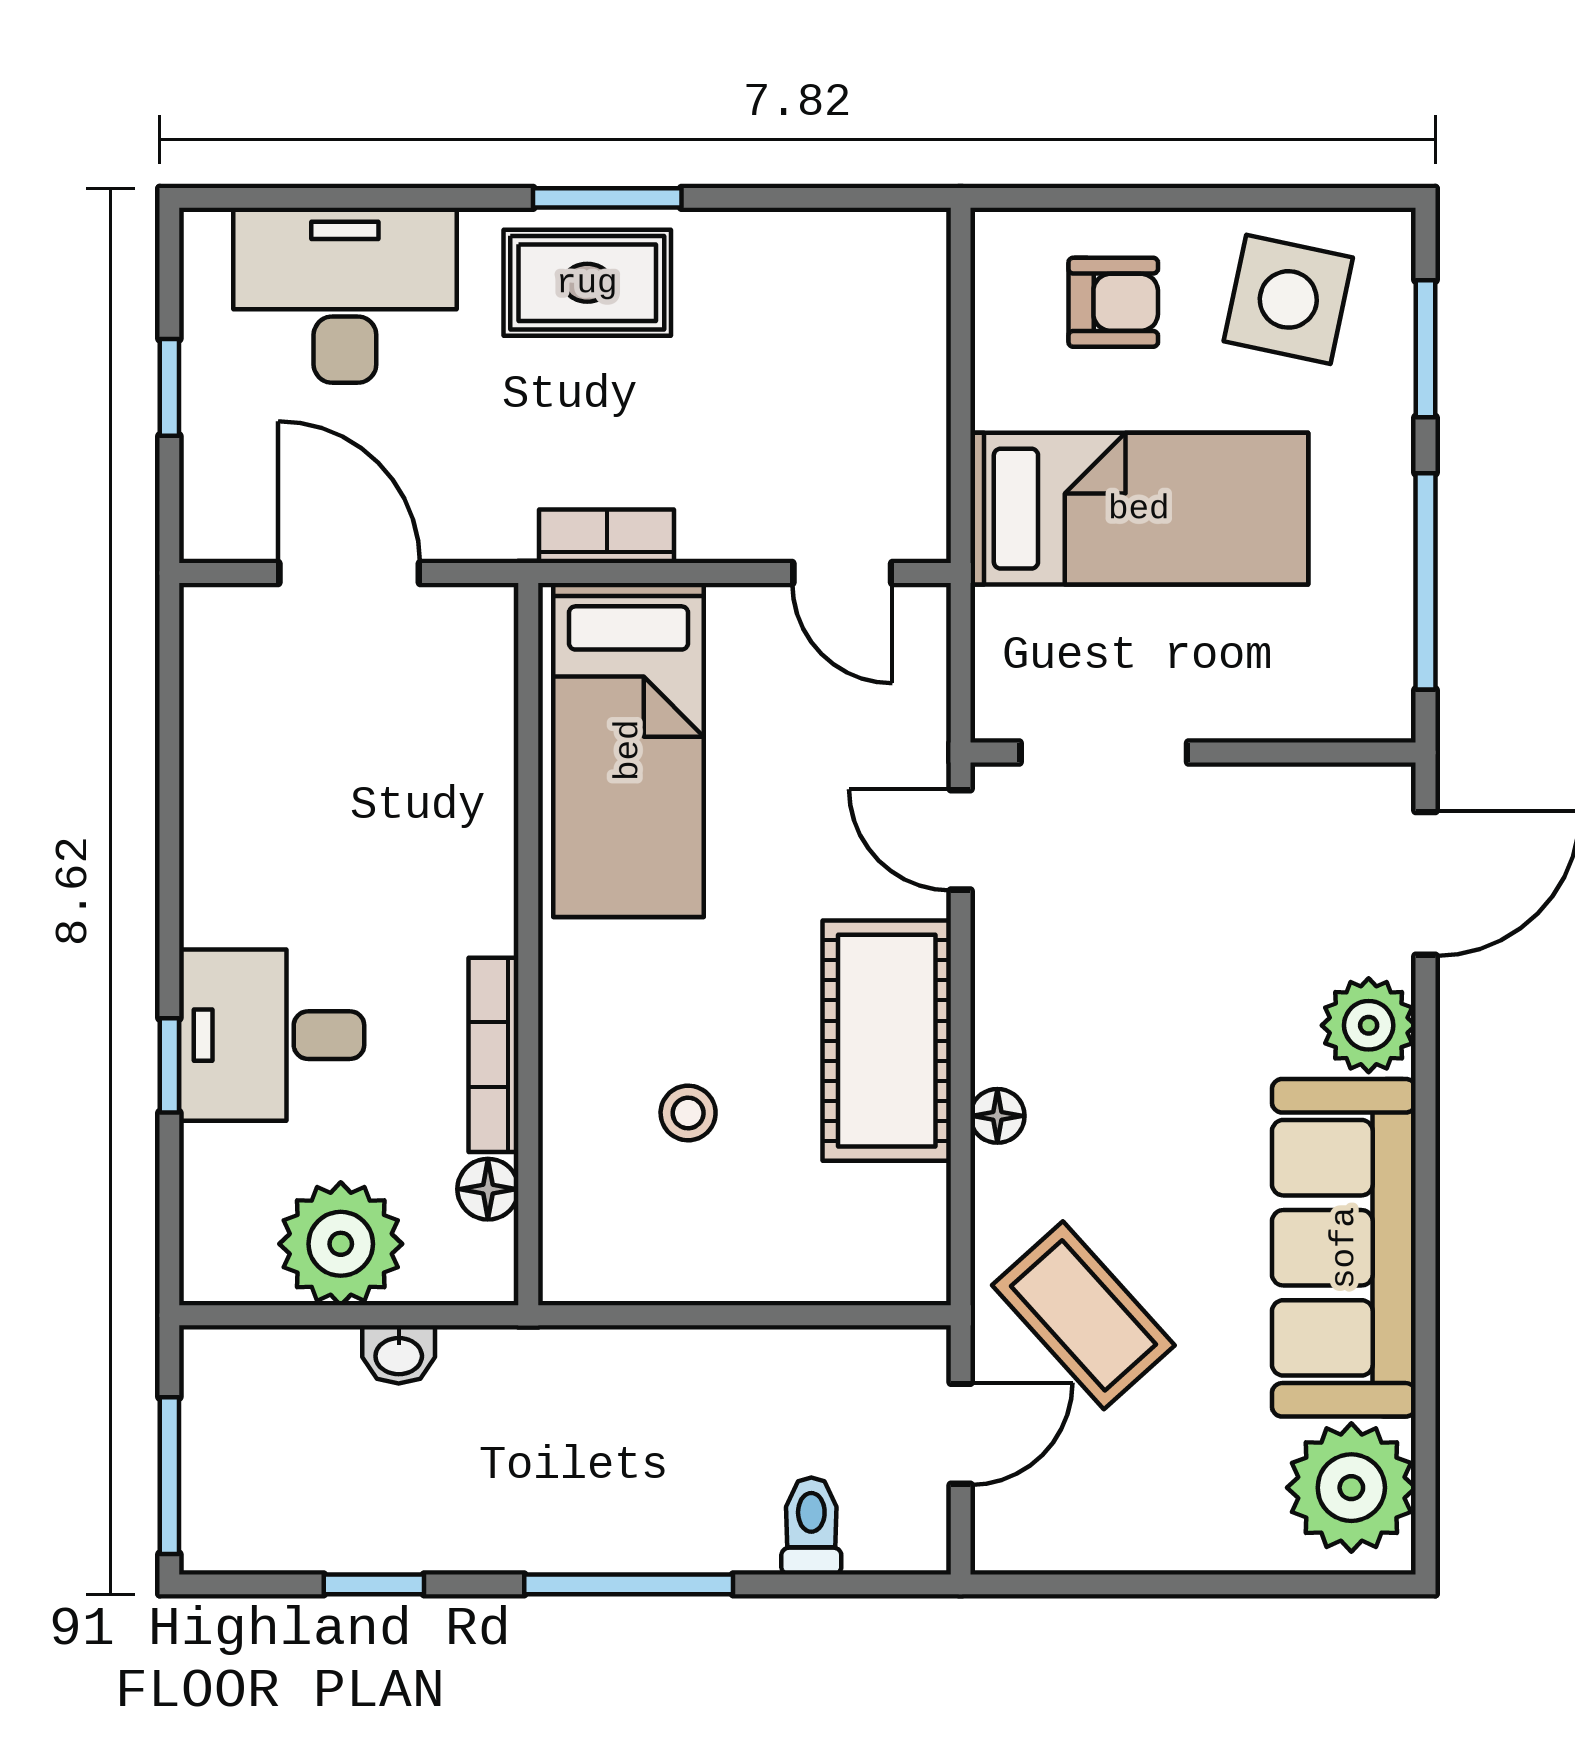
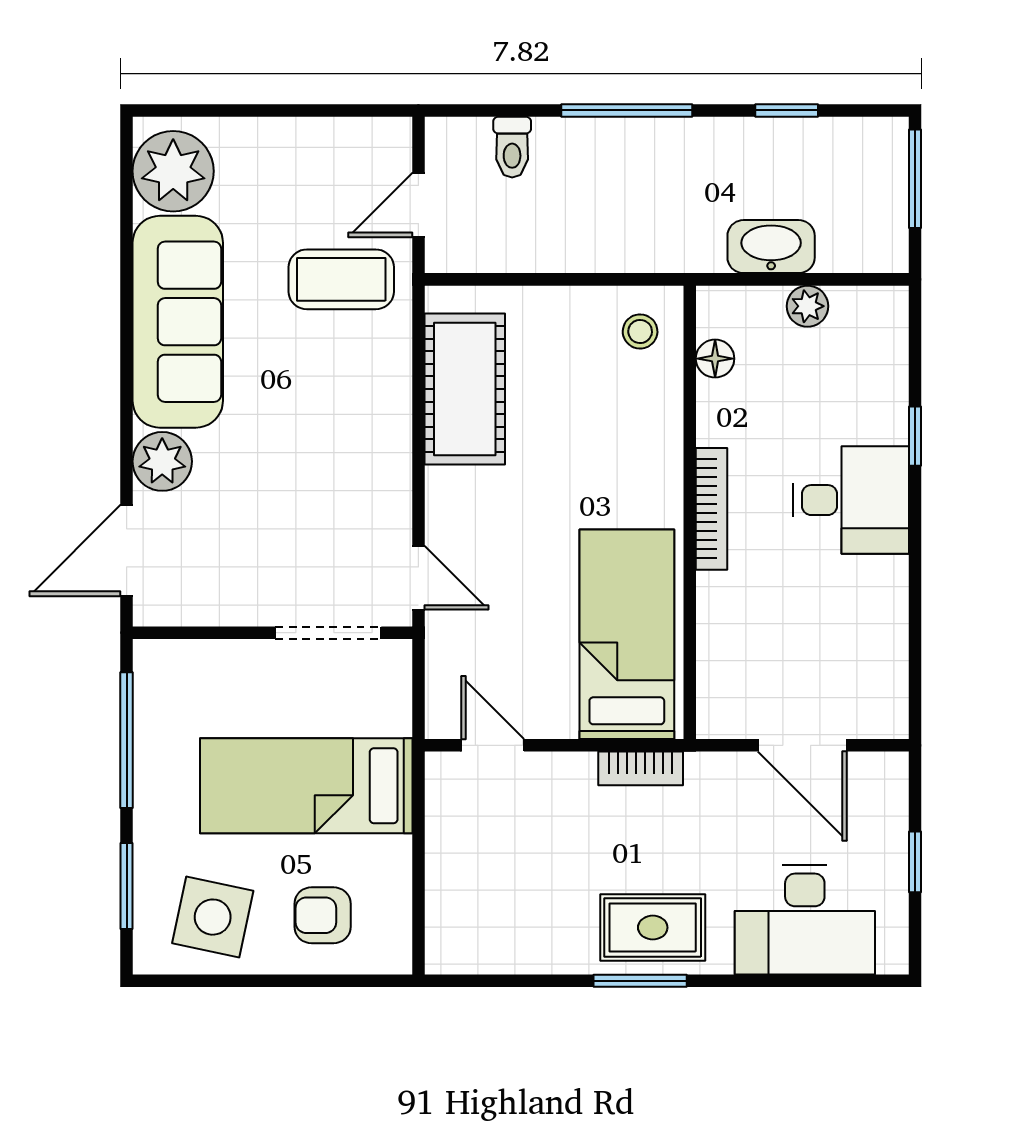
desk: (272, 1035) -> (851, 500), moved
cot: (887, 1041) -> (465, 389), moved
bookcase: (494, 1055) -> (712, 509), moved
stool: (688, 1113) -> (640, 331), moved
floor lamp: (997, 1116) -> (395, 405), removed
plant: (341, 1244) -> (807, 306), width x0.53, depth x0.53
coffee table: (1083, 1315) -> (341, 279), turned -48
washbasin: (399, 1354) -> (771, 247), width x1.91, depth x1.45

